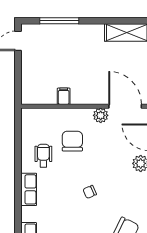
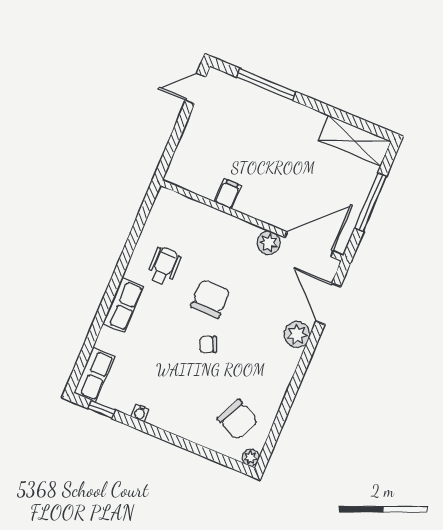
door: (125, 106) -> (309, 244), hinge flipped
chair: (72, 141) -> (210, 299), moved

